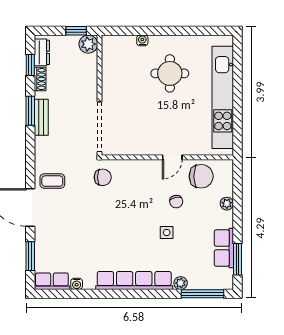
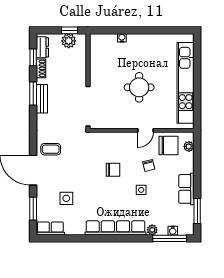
plant: (88, 44) -> (69, 41), moved
round table: (170, 73) -> (139, 87), moved
chair: (103, 177) -> (113, 170), moved
plant: (227, 204) -> (189, 146), moved
side table: (72, 243) -> (66, 198), added
row of seats: (224, 248) -> (186, 189), moved
water cooler: (77, 284) -> (173, 231), moved

